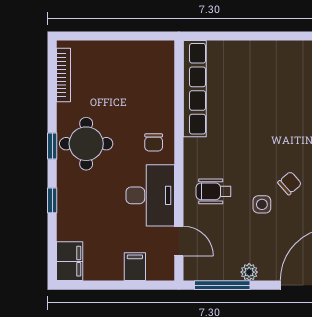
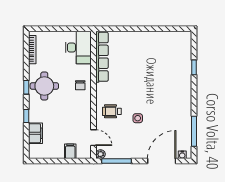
chair: (290, 183) -> (152, 107), removed
desk: (150, 195) -> (78, 47), moved
filing cabinet: (70, 261) -> (36, 133), moved
plant: (249, 272) -> (101, 154), moved

